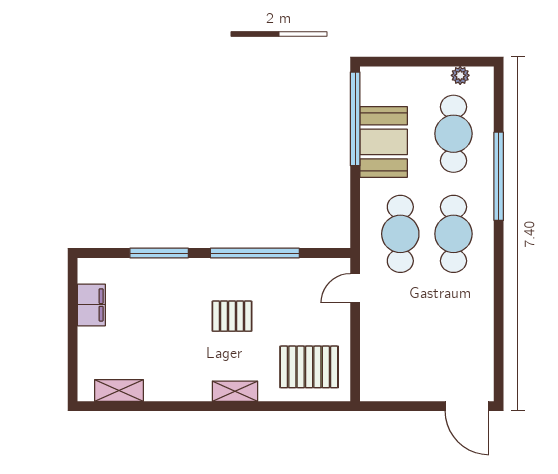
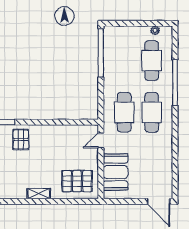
booth: (384, 142) -> (116, 172), moved
window: (255, 253) -> (49, 122), removed
pallet: (232, 316) -> (21, 140), moved, turned 90

